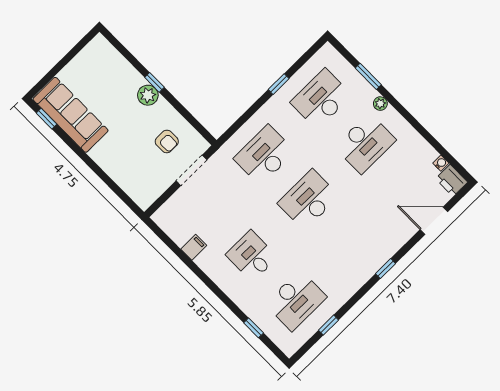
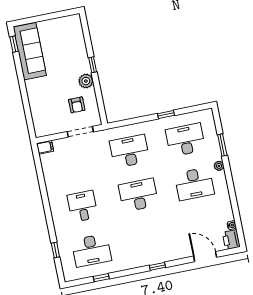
plant: (148, 95) -> (86, 81), moved
filing cabinet: (194, 247) -> (45, 147), moved

